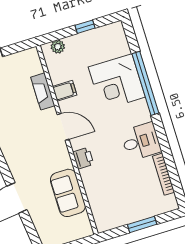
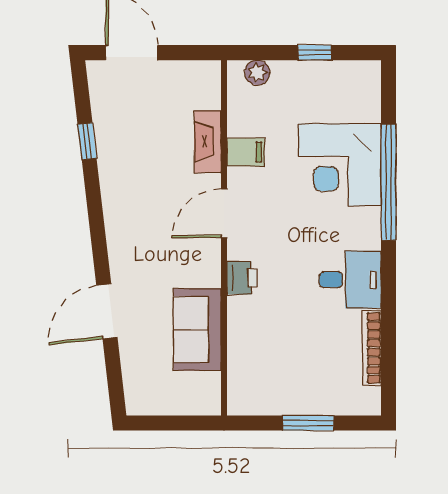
door: (63, 127) -> (224, 213), swing flipped

